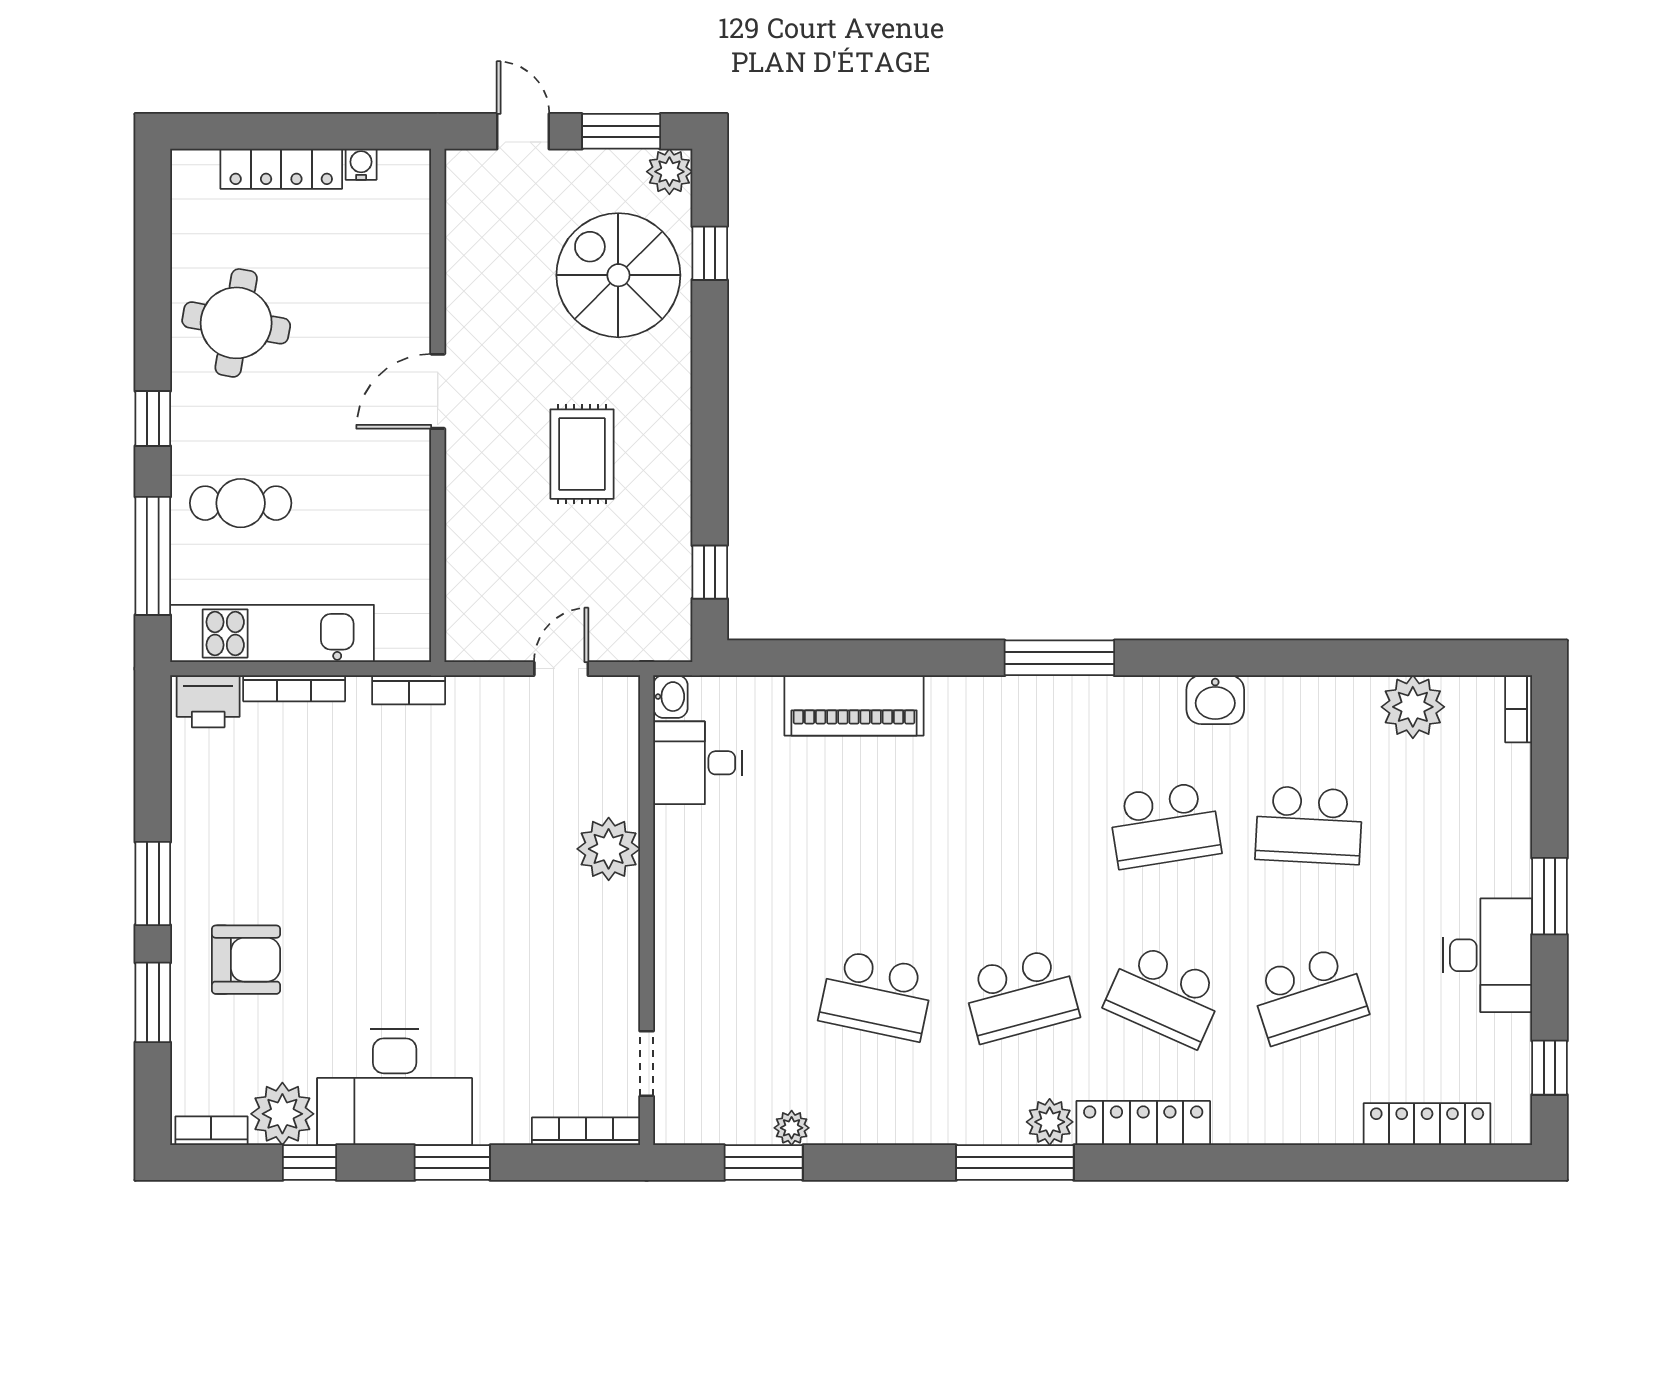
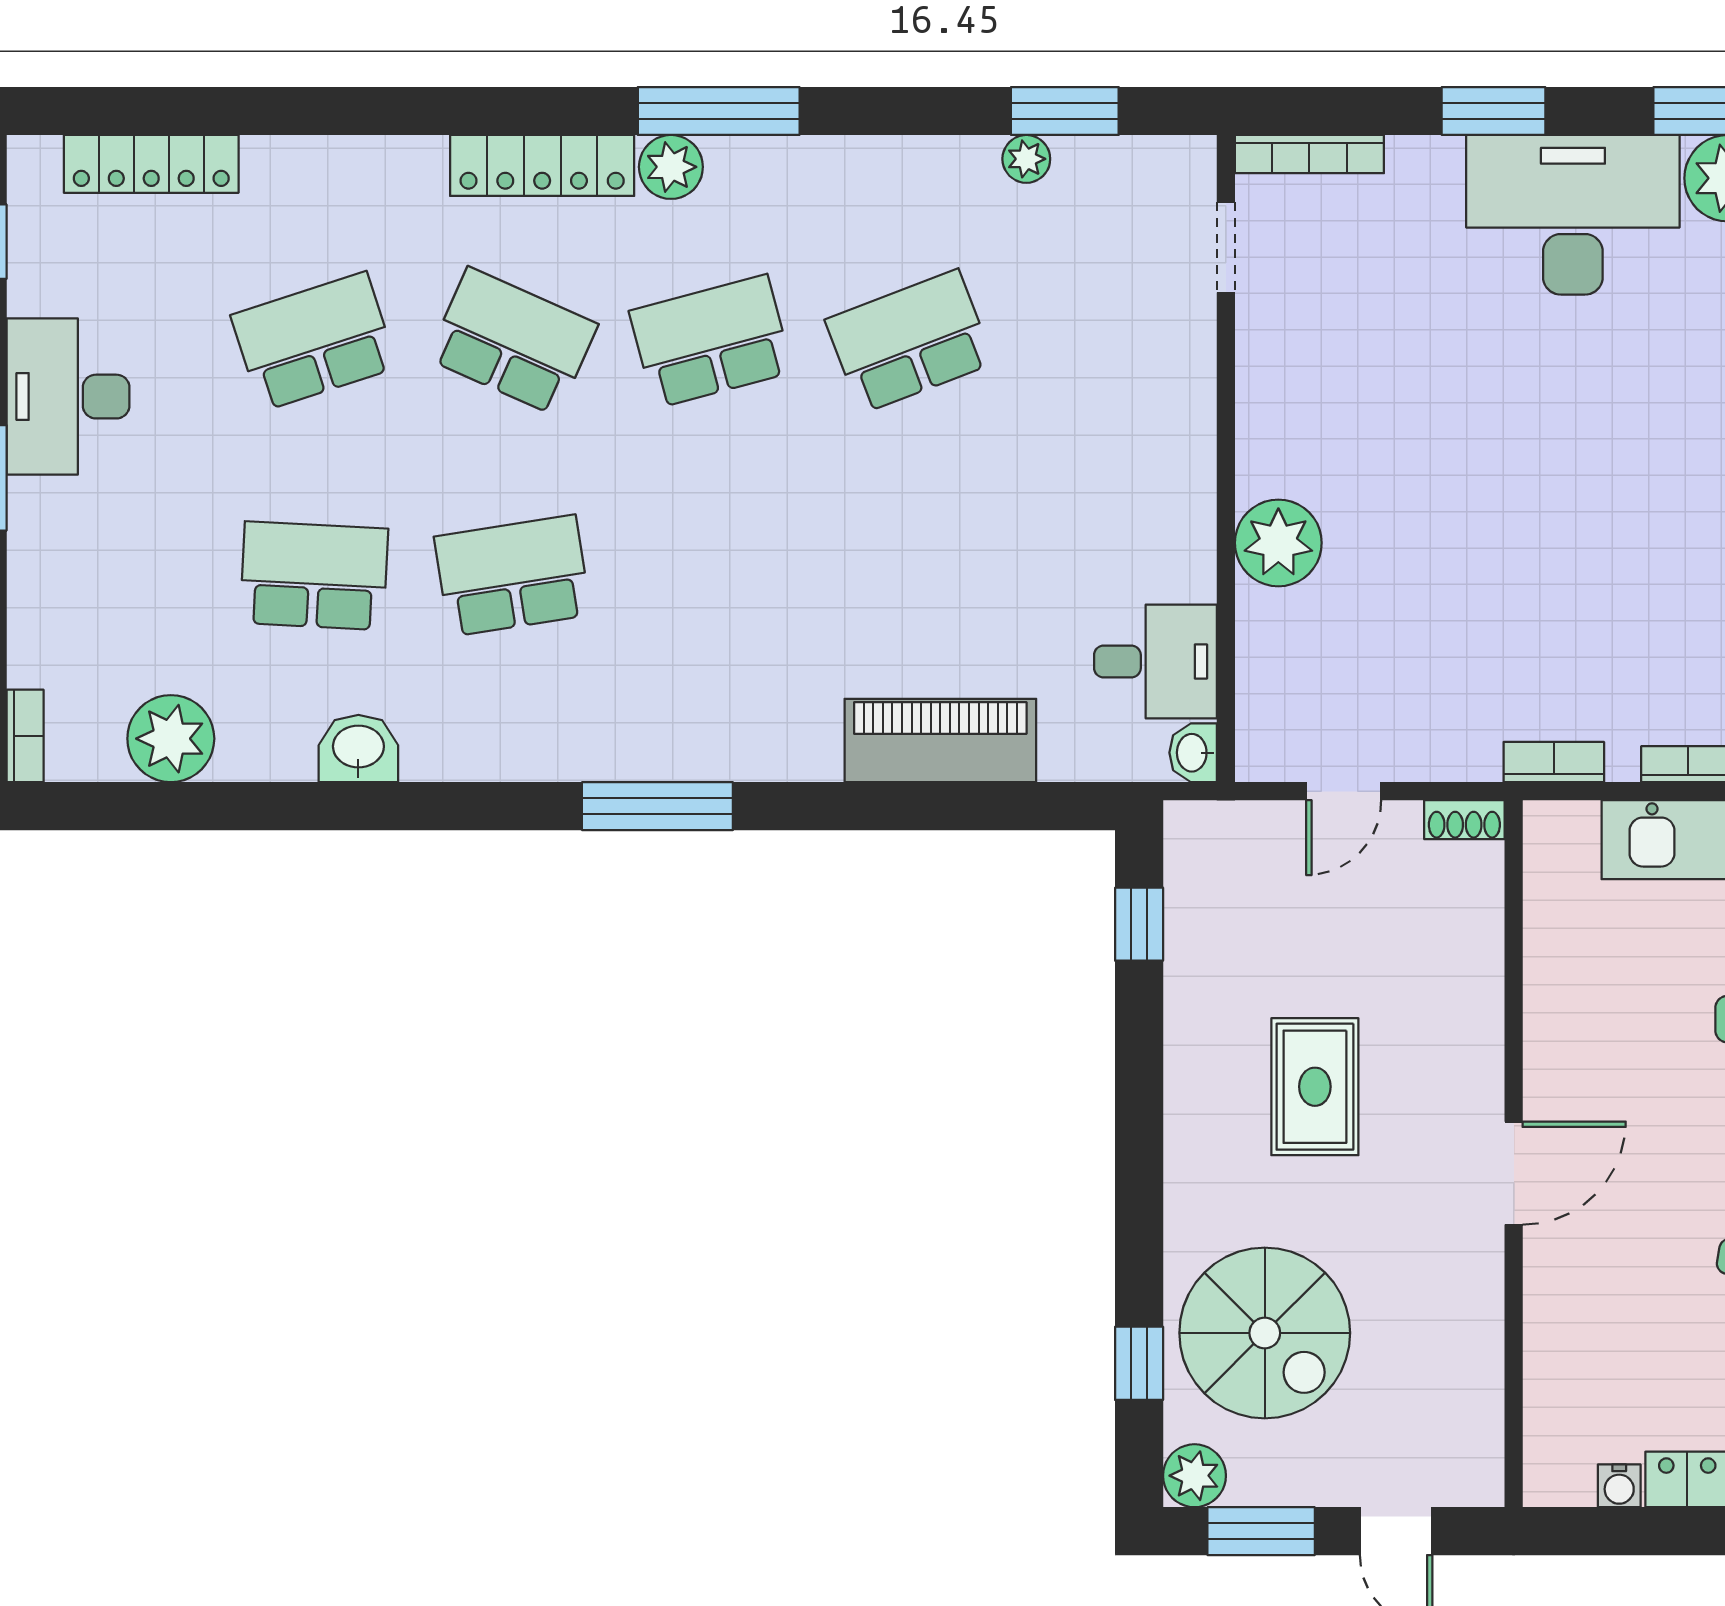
shoe rack: (473, 648) -> (1464, 820), added
washbasin: (1215, 700) -> (358, 748), moved
school desk: (876, 995) -> (910, 341), turned -33

